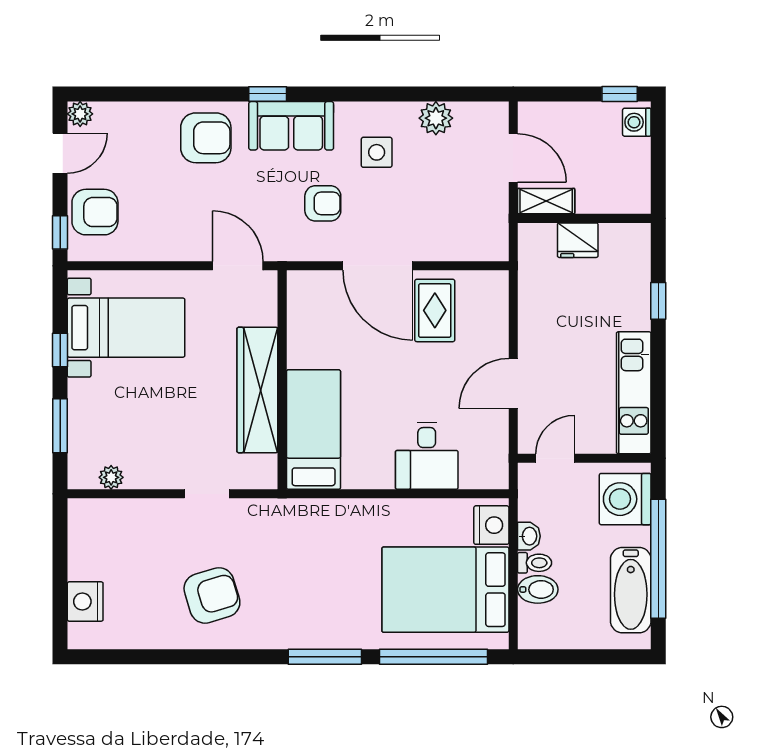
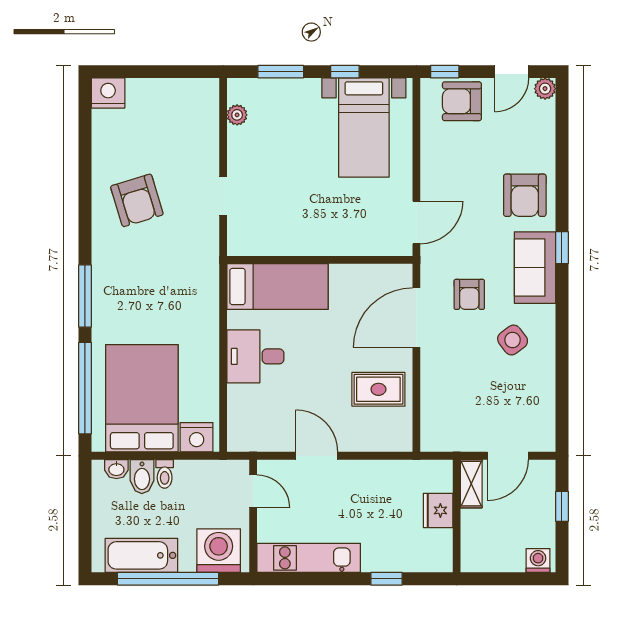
window: (620, 94) -> (562, 506), moved
plant: (436, 118) -> (541, 390), removed
side table: (377, 152) -> (513, 340), turned -37
door: (60, 153) -> (512, 72), hinge flipped
armchair: (95, 212) -> (462, 101), turned 90
door: (378, 266) -> (416, 318), moved
wardrobe: (257, 390) -> (311, 239), removed
desk: (427, 456) -> (255, 356), moved
washbasin: (529, 536) -> (116, 469), moved
nightstand: (85, 602) -> (108, 93), moved

